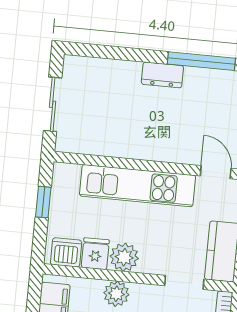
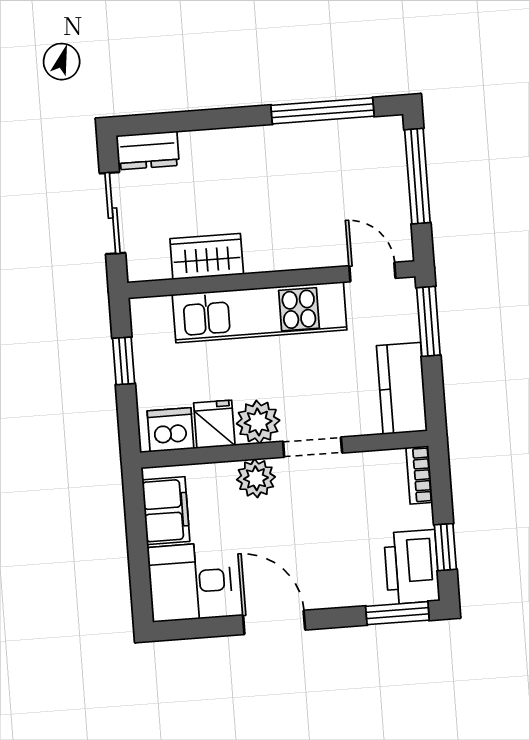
dresser: (162, 75) -> (148, 150), moved
wardrobe: (109, 143) -> (207, 257), added
doorway: (184, 282) -> (313, 447), moved

